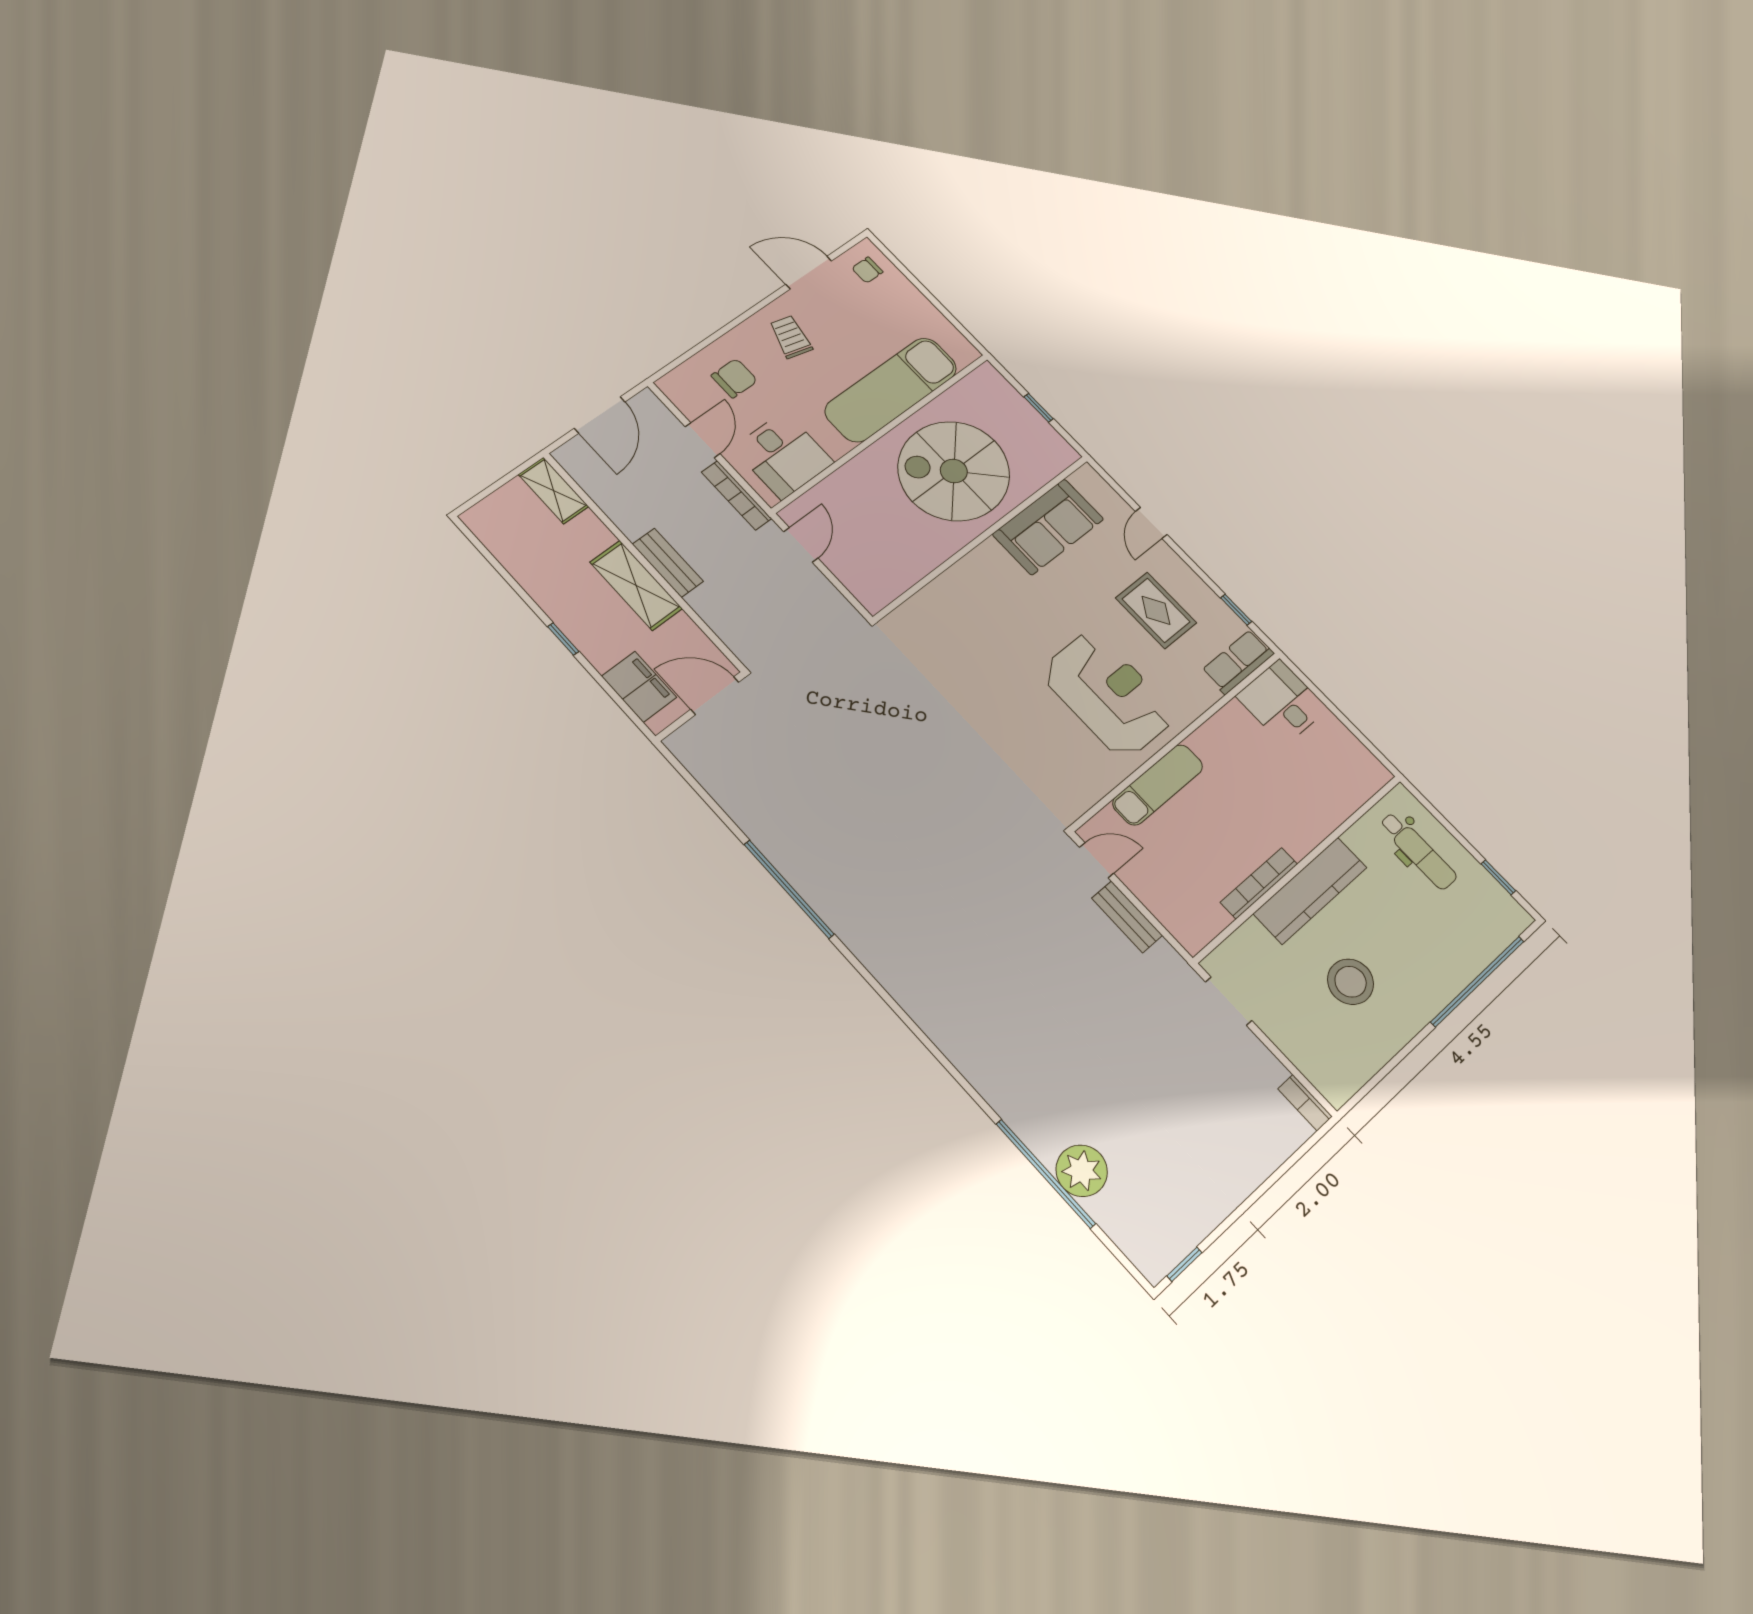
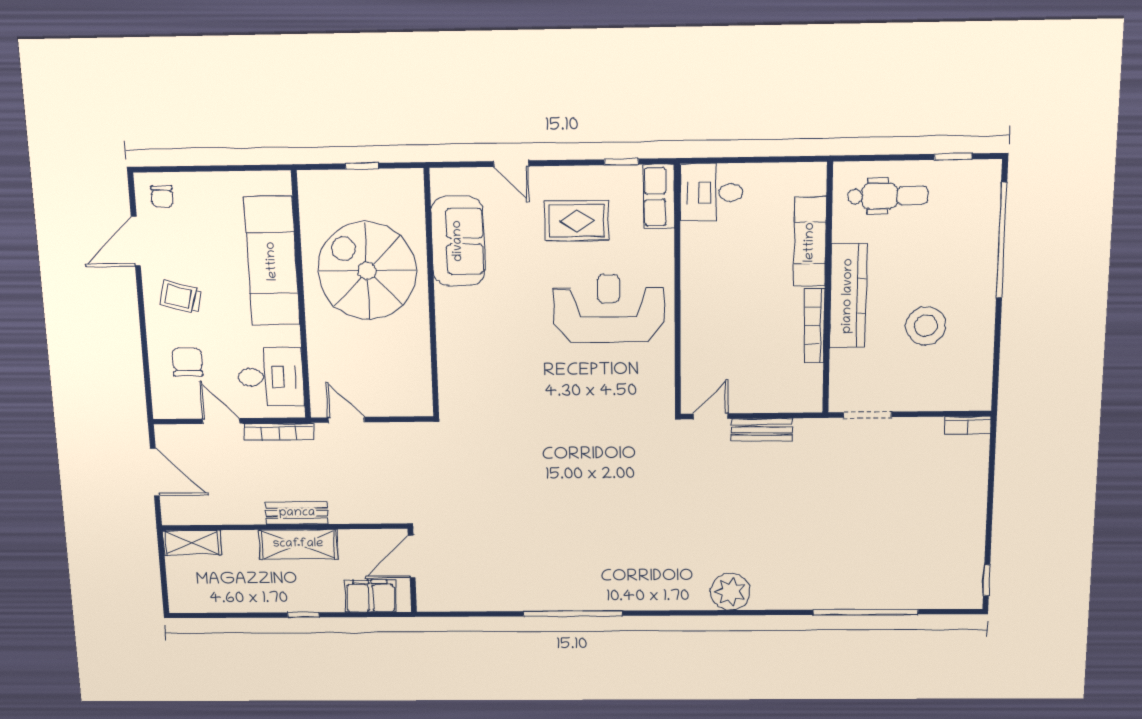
spiral stairs: (954, 471) -> (367, 271), turned 90
exam couch: (1158, 785) -> (810, 242), moved, turned 180
plant: (1082, 1171) -> (730, 592), moved

